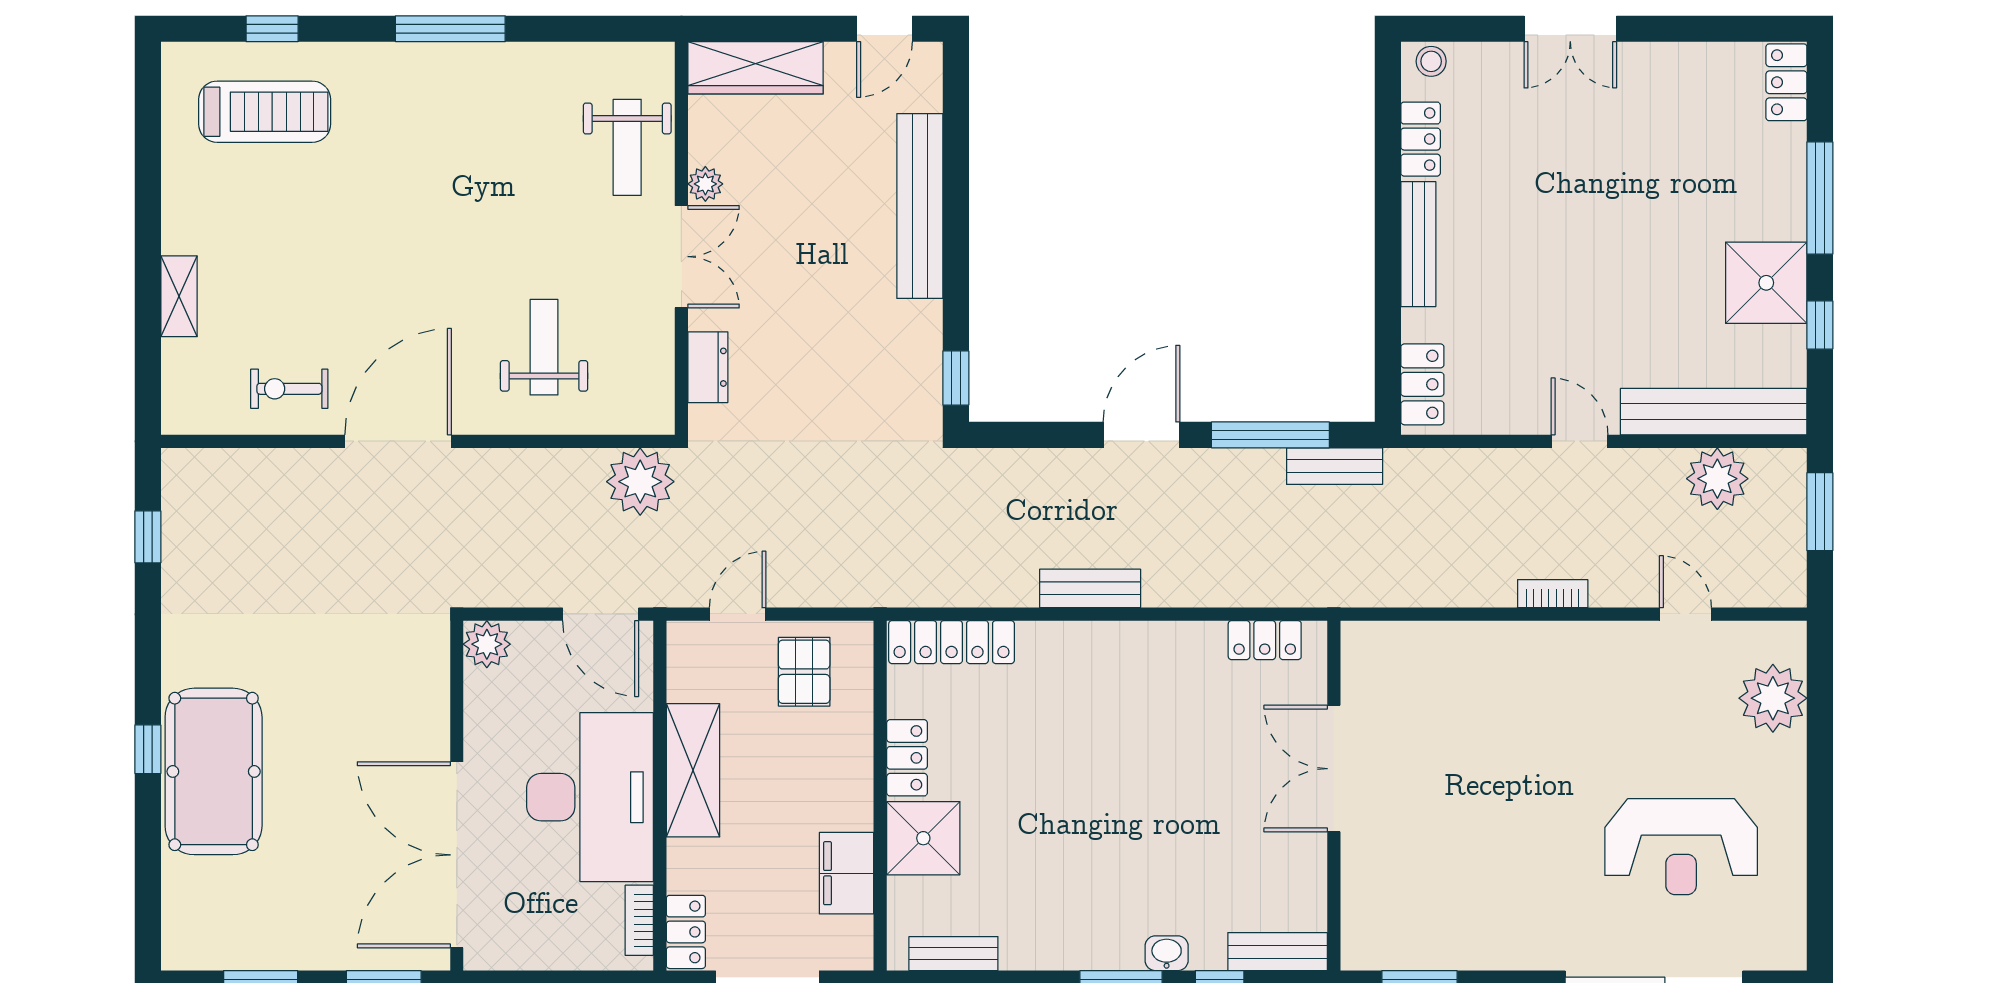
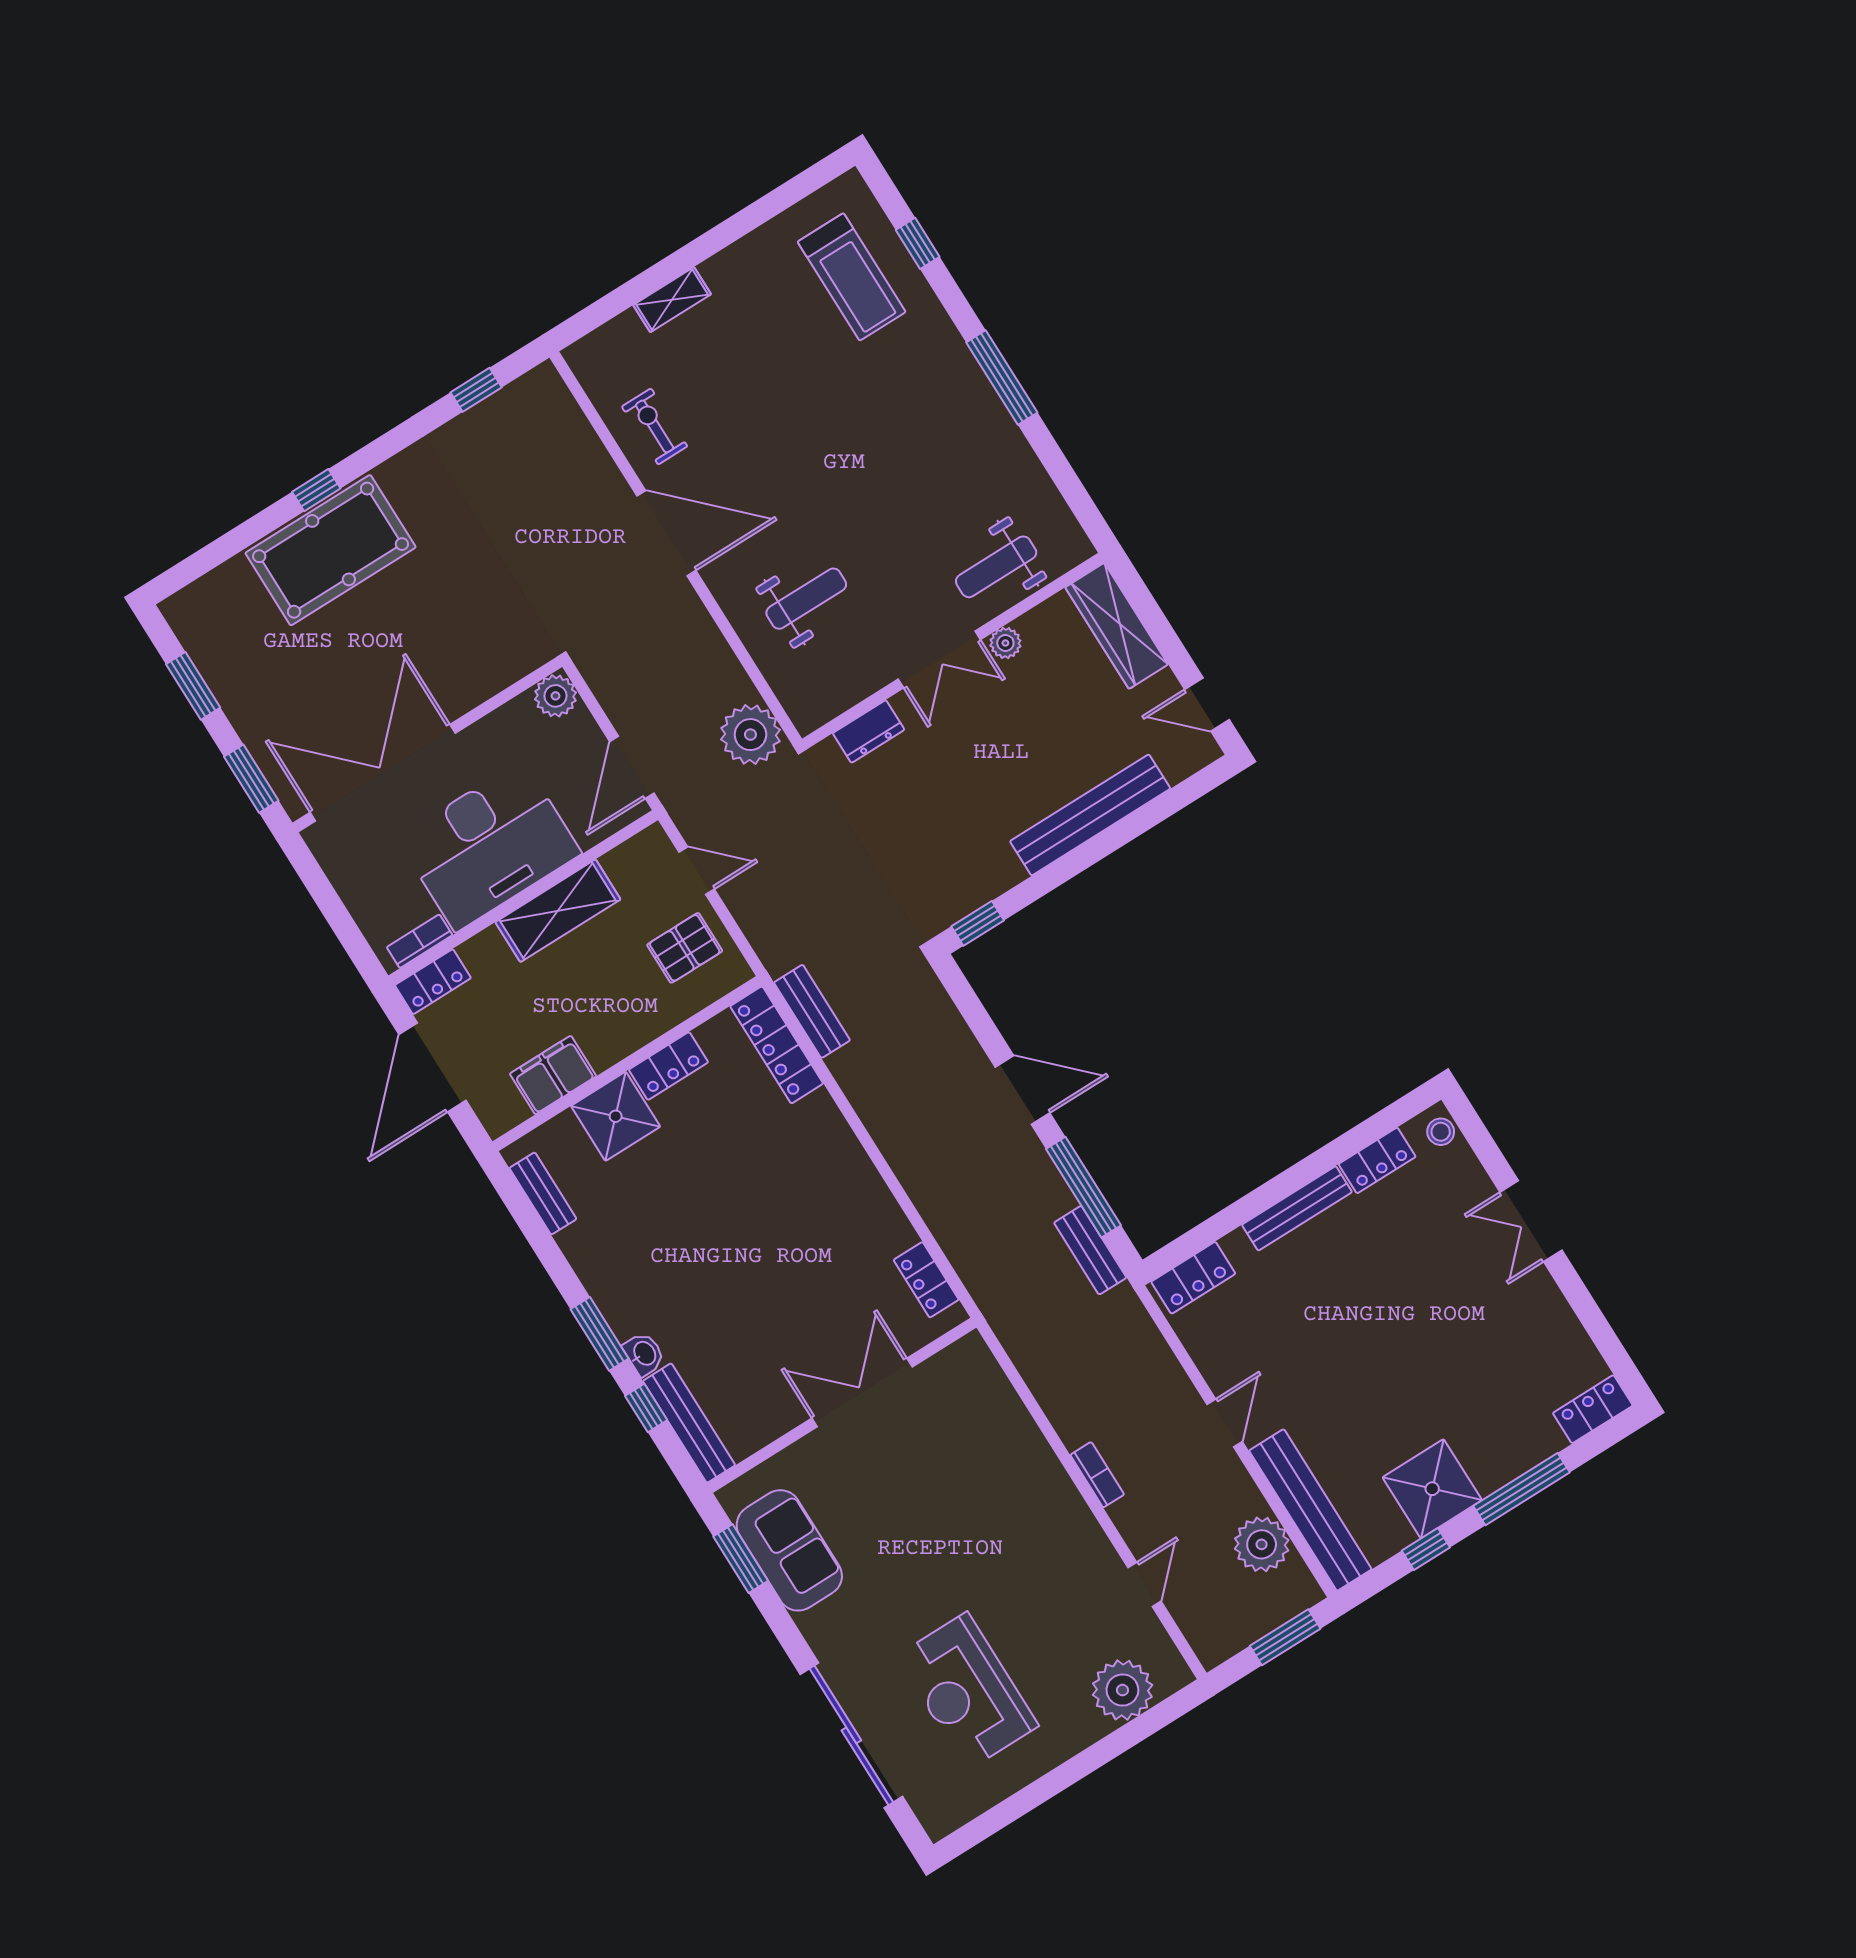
bench: (1090, 588) -> (812, 1011), moved
sofa: (1441, 932) -> (789, 1550), added
bench: (1278, 952) -> (689, 1423), width x1.36

